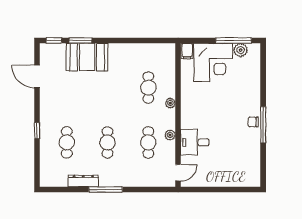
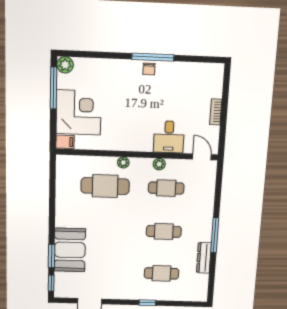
plant: (241, 50) -> (65, 65), moved
cafe table: (148, 88) -> (105, 186), width x1.37, depth x1.35
bookcase: (218, 182) -> (216, 112), added

